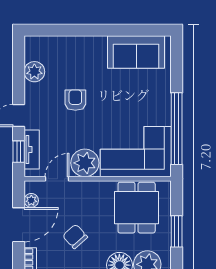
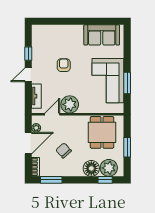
plant: (34, 72) -> (38, 47), removed
window: (177, 129) -> (127, 83), width x0.47
window: (19, 152) -> (28, 54), moved
corner sofa: (136, 152) -> (108, 81), moved, turned -90

